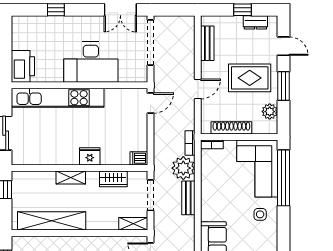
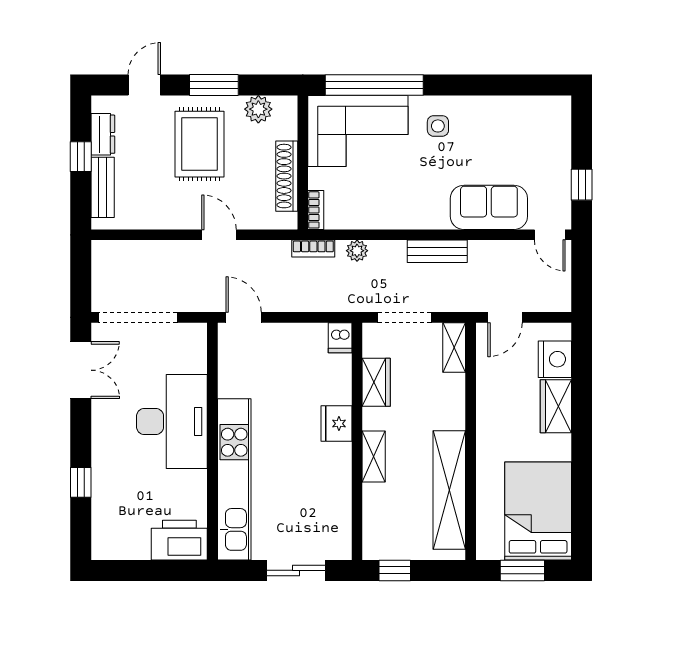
bench: (207, 43) -> (103, 187), moved, turned 90
plant: (183, 168) -> (357, 251), width x0.53, depth x0.53
bench: (188, 198) -> (437, 251), moved

